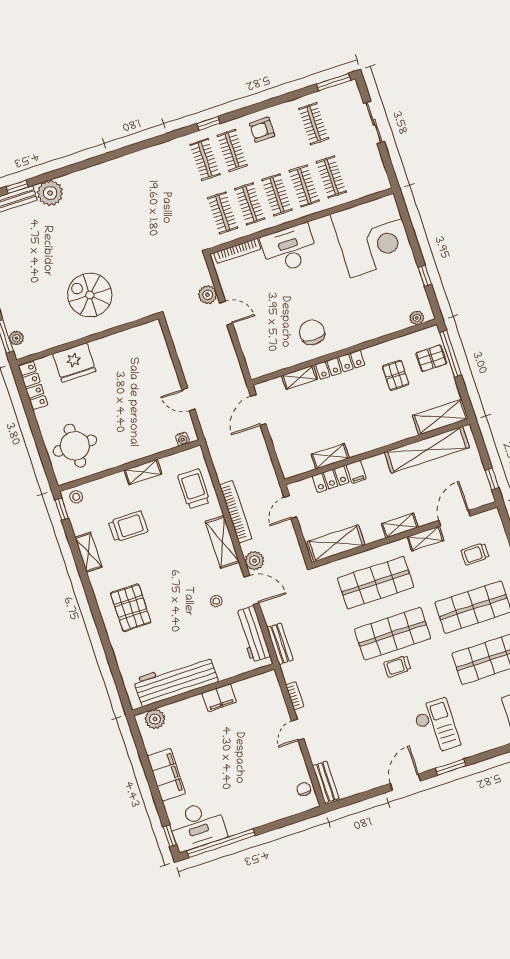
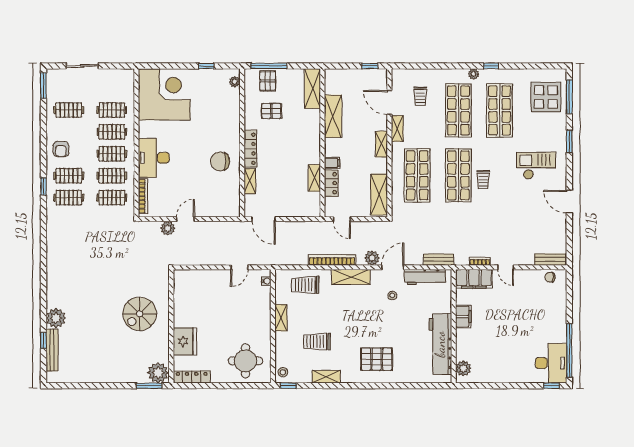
plant: (16, 338) -> (158, 373), width x1.87, depth x1.87
shelving: (427, 450) -> (333, 116), width x0.68
trolley: (128, 526) -> (317, 342), turned -90
window: (451, 767) -> (569, 141), moved
filing cabinet: (166, 775) -> (474, 279), moved, turned 180

